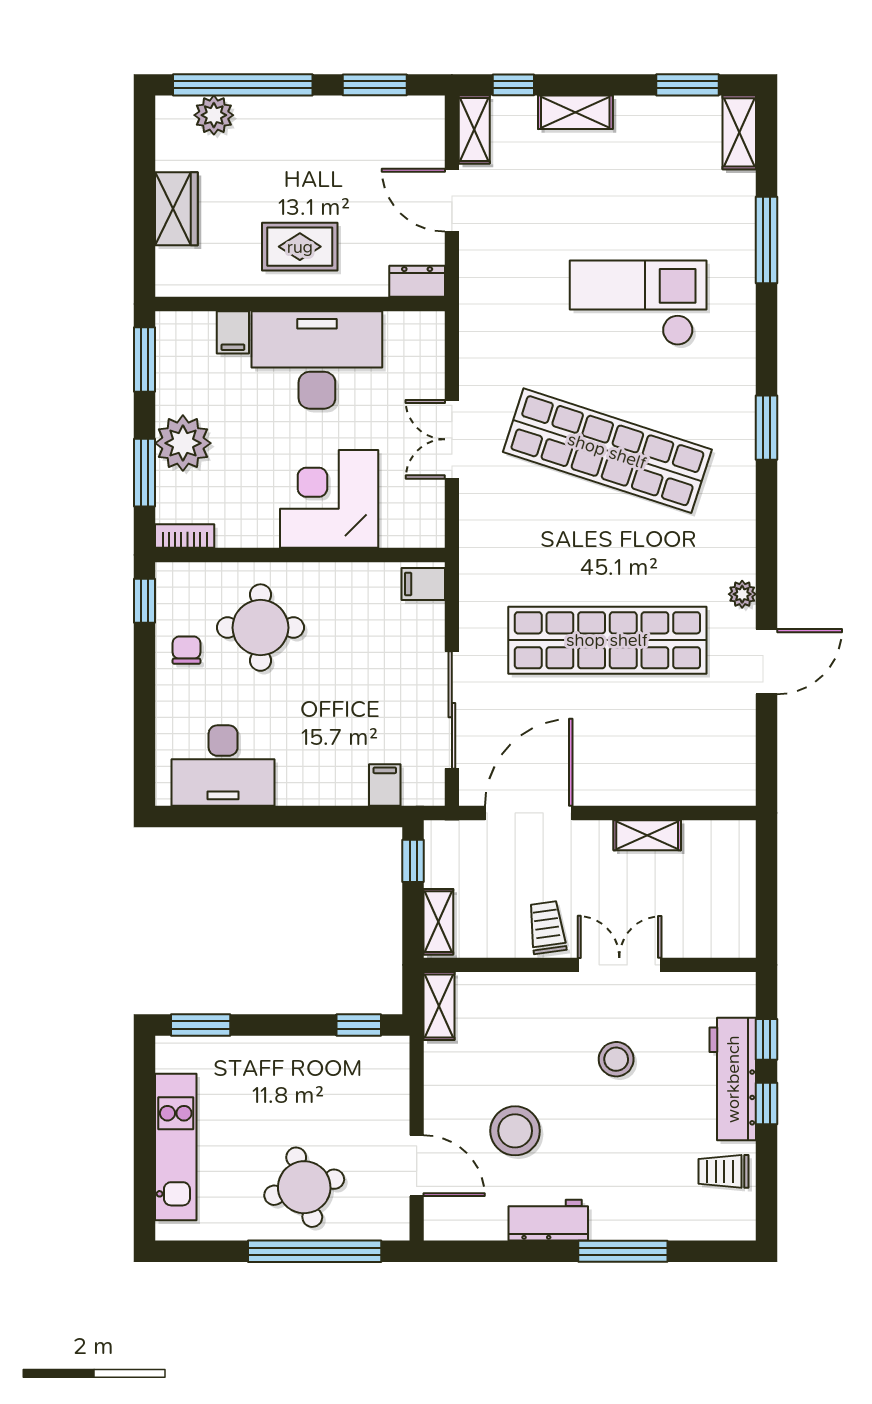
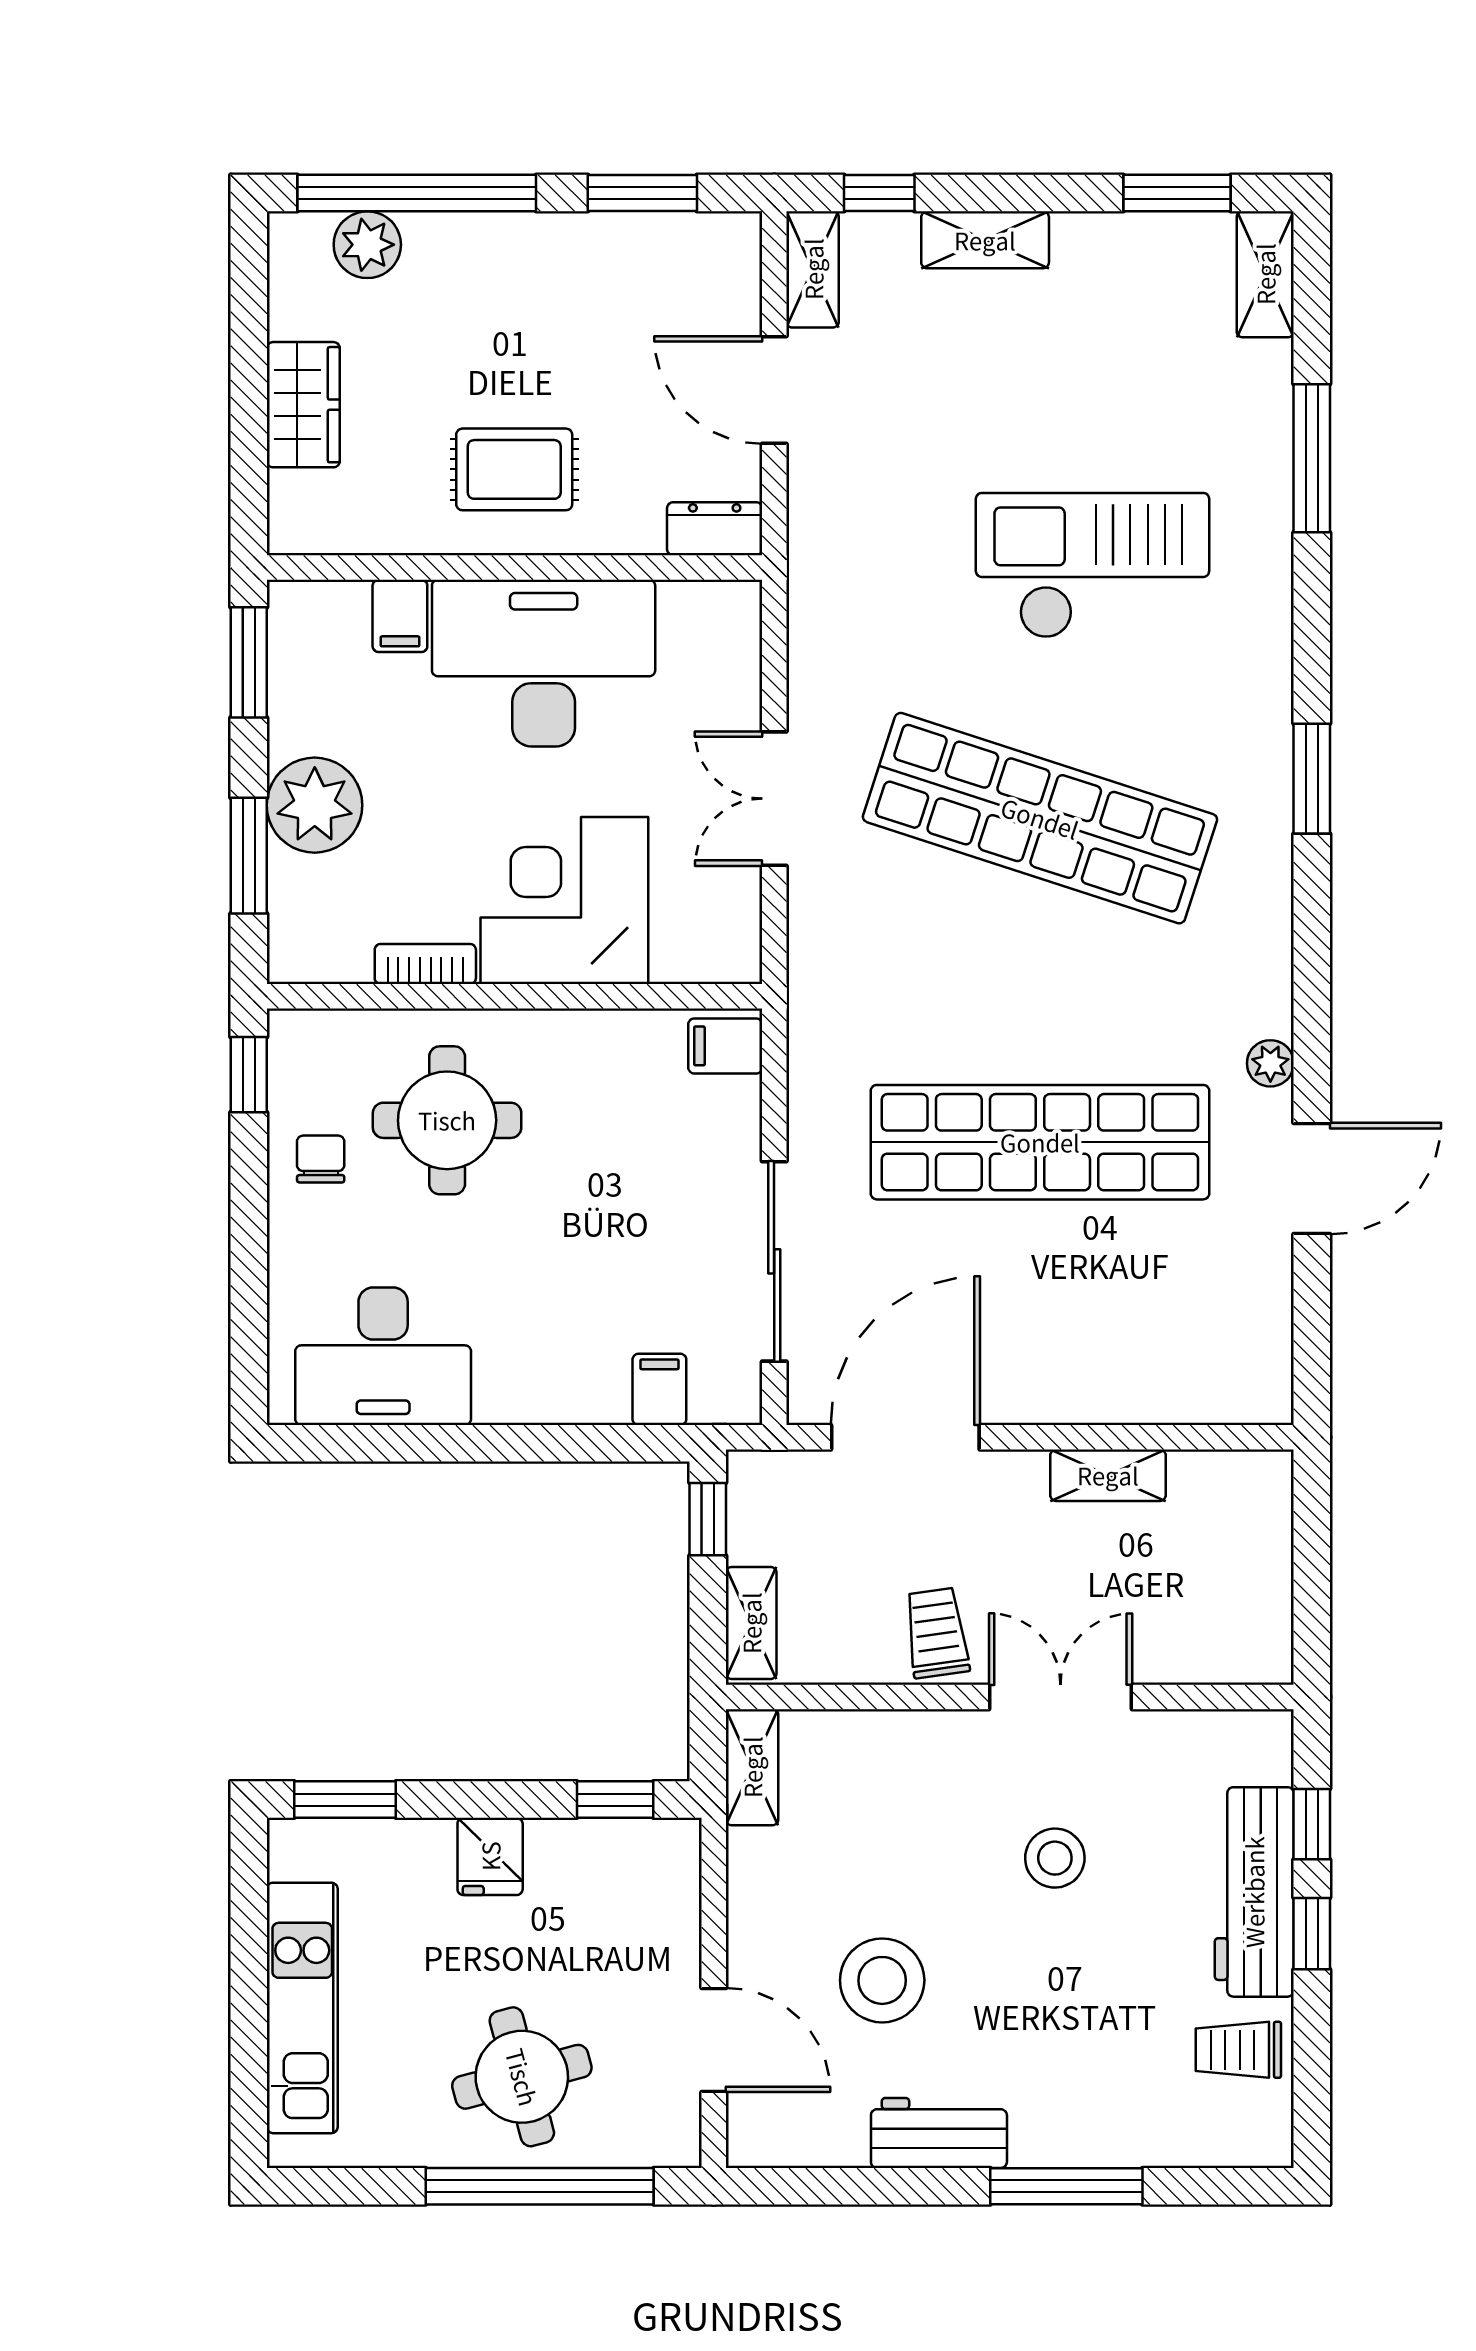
bookcase: (185, 536) -> (425, 964), moved
fridge: (286, 1058) -> (490, 1856), added

